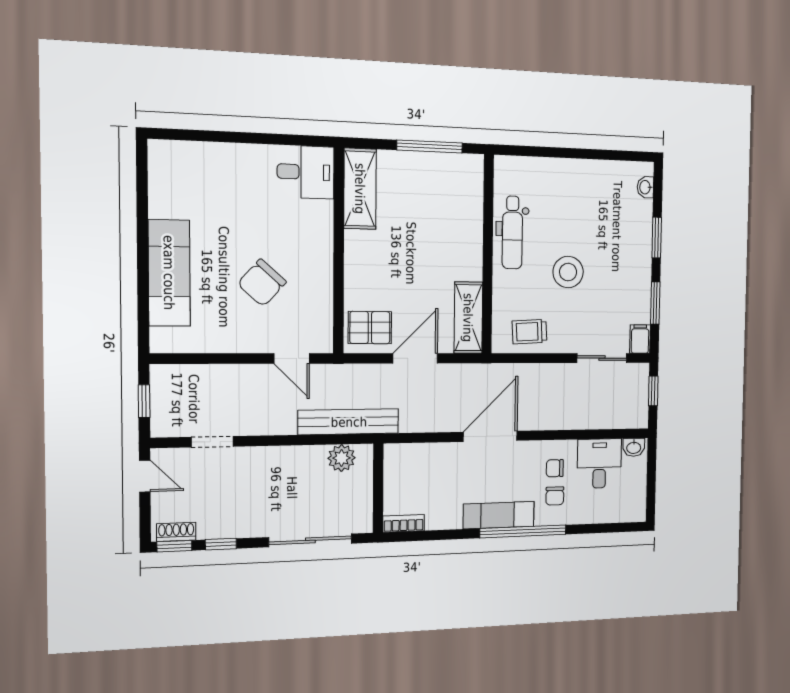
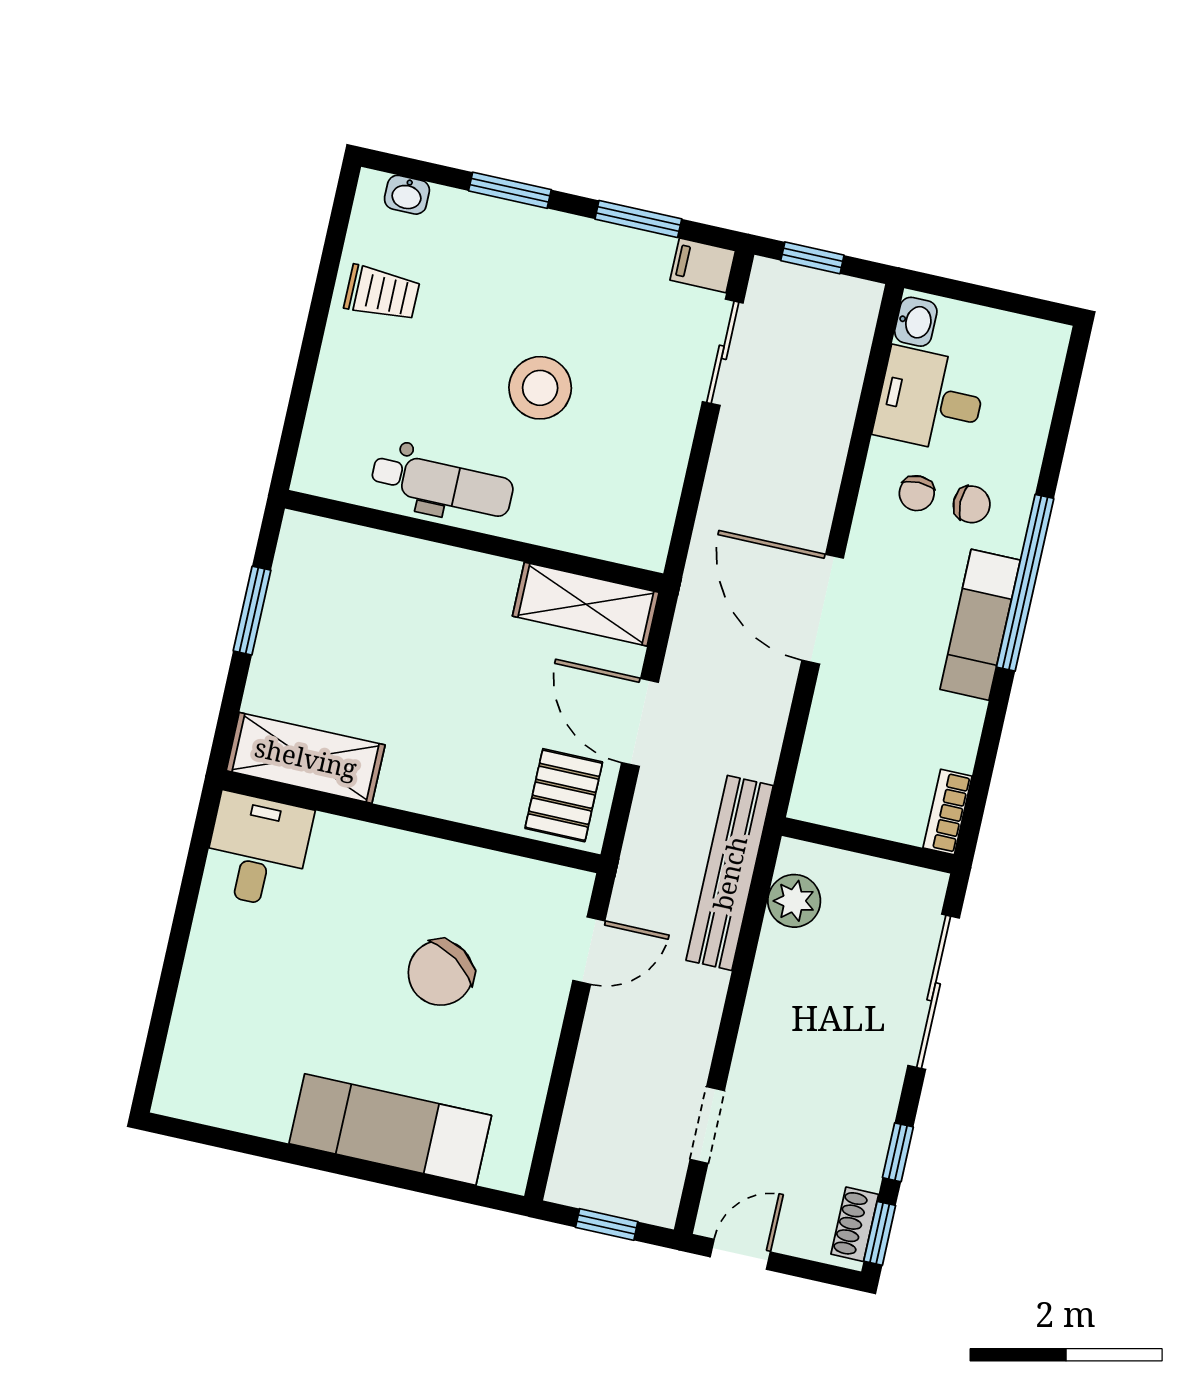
window: (430, 146) -> (252, 611), width x0.69
chair: (262, 283) -> (441, 973), turned 82
trolley: (530, 332) -> (382, 293), moved, turned -87

